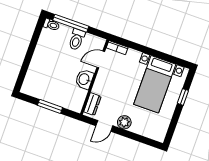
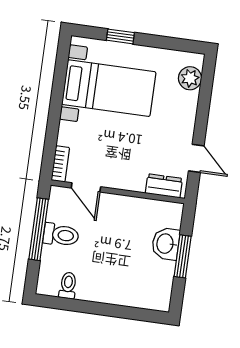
window: (71, 23) -> (39, 229), moved
toilet: (51, 25) -> (68, 285), moved
washbasin: (84, 79) -> (166, 244), moved, turned 90
plant: (124, 122) -> (190, 78), moved

